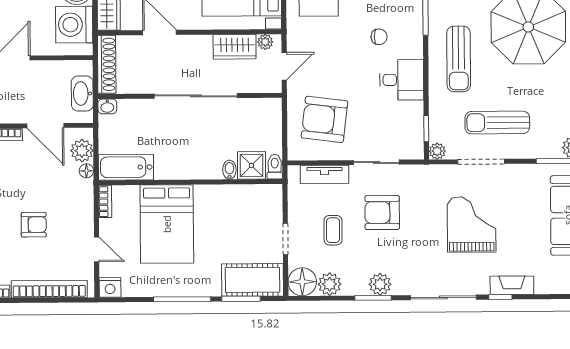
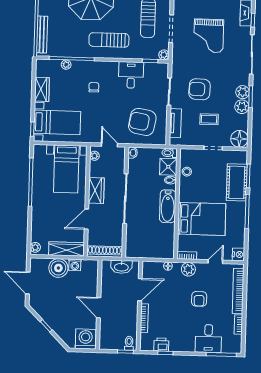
washing machine: (74, 25) -> (75, 265), width x0.53, depth x0.53
wardrobe: (235, 47) -> (96, 190), moved
sun lounger: (459, 59) -> (109, 40), turned 180
desk: (402, 80) -> (131, 75), moved
washbasin: (107, 106) -> (133, 153), moved
armchair: (324, 119) -> (142, 122), turned 93
plant: (82, 151) -> (188, 269), moved
bathtub: (126, 167) -> (168, 206), moved
stool: (245, 196) -> (187, 172), added
armchair: (382, 213) -> (200, 89), turned 92
grand piano: (472, 224) -> (209, 36), turned -90
armchair: (34, 225) -> (199, 299), turned 180
cot: (252, 280) -> (237, 182), moved
plant: (330, 284) -> (242, 107), moved

